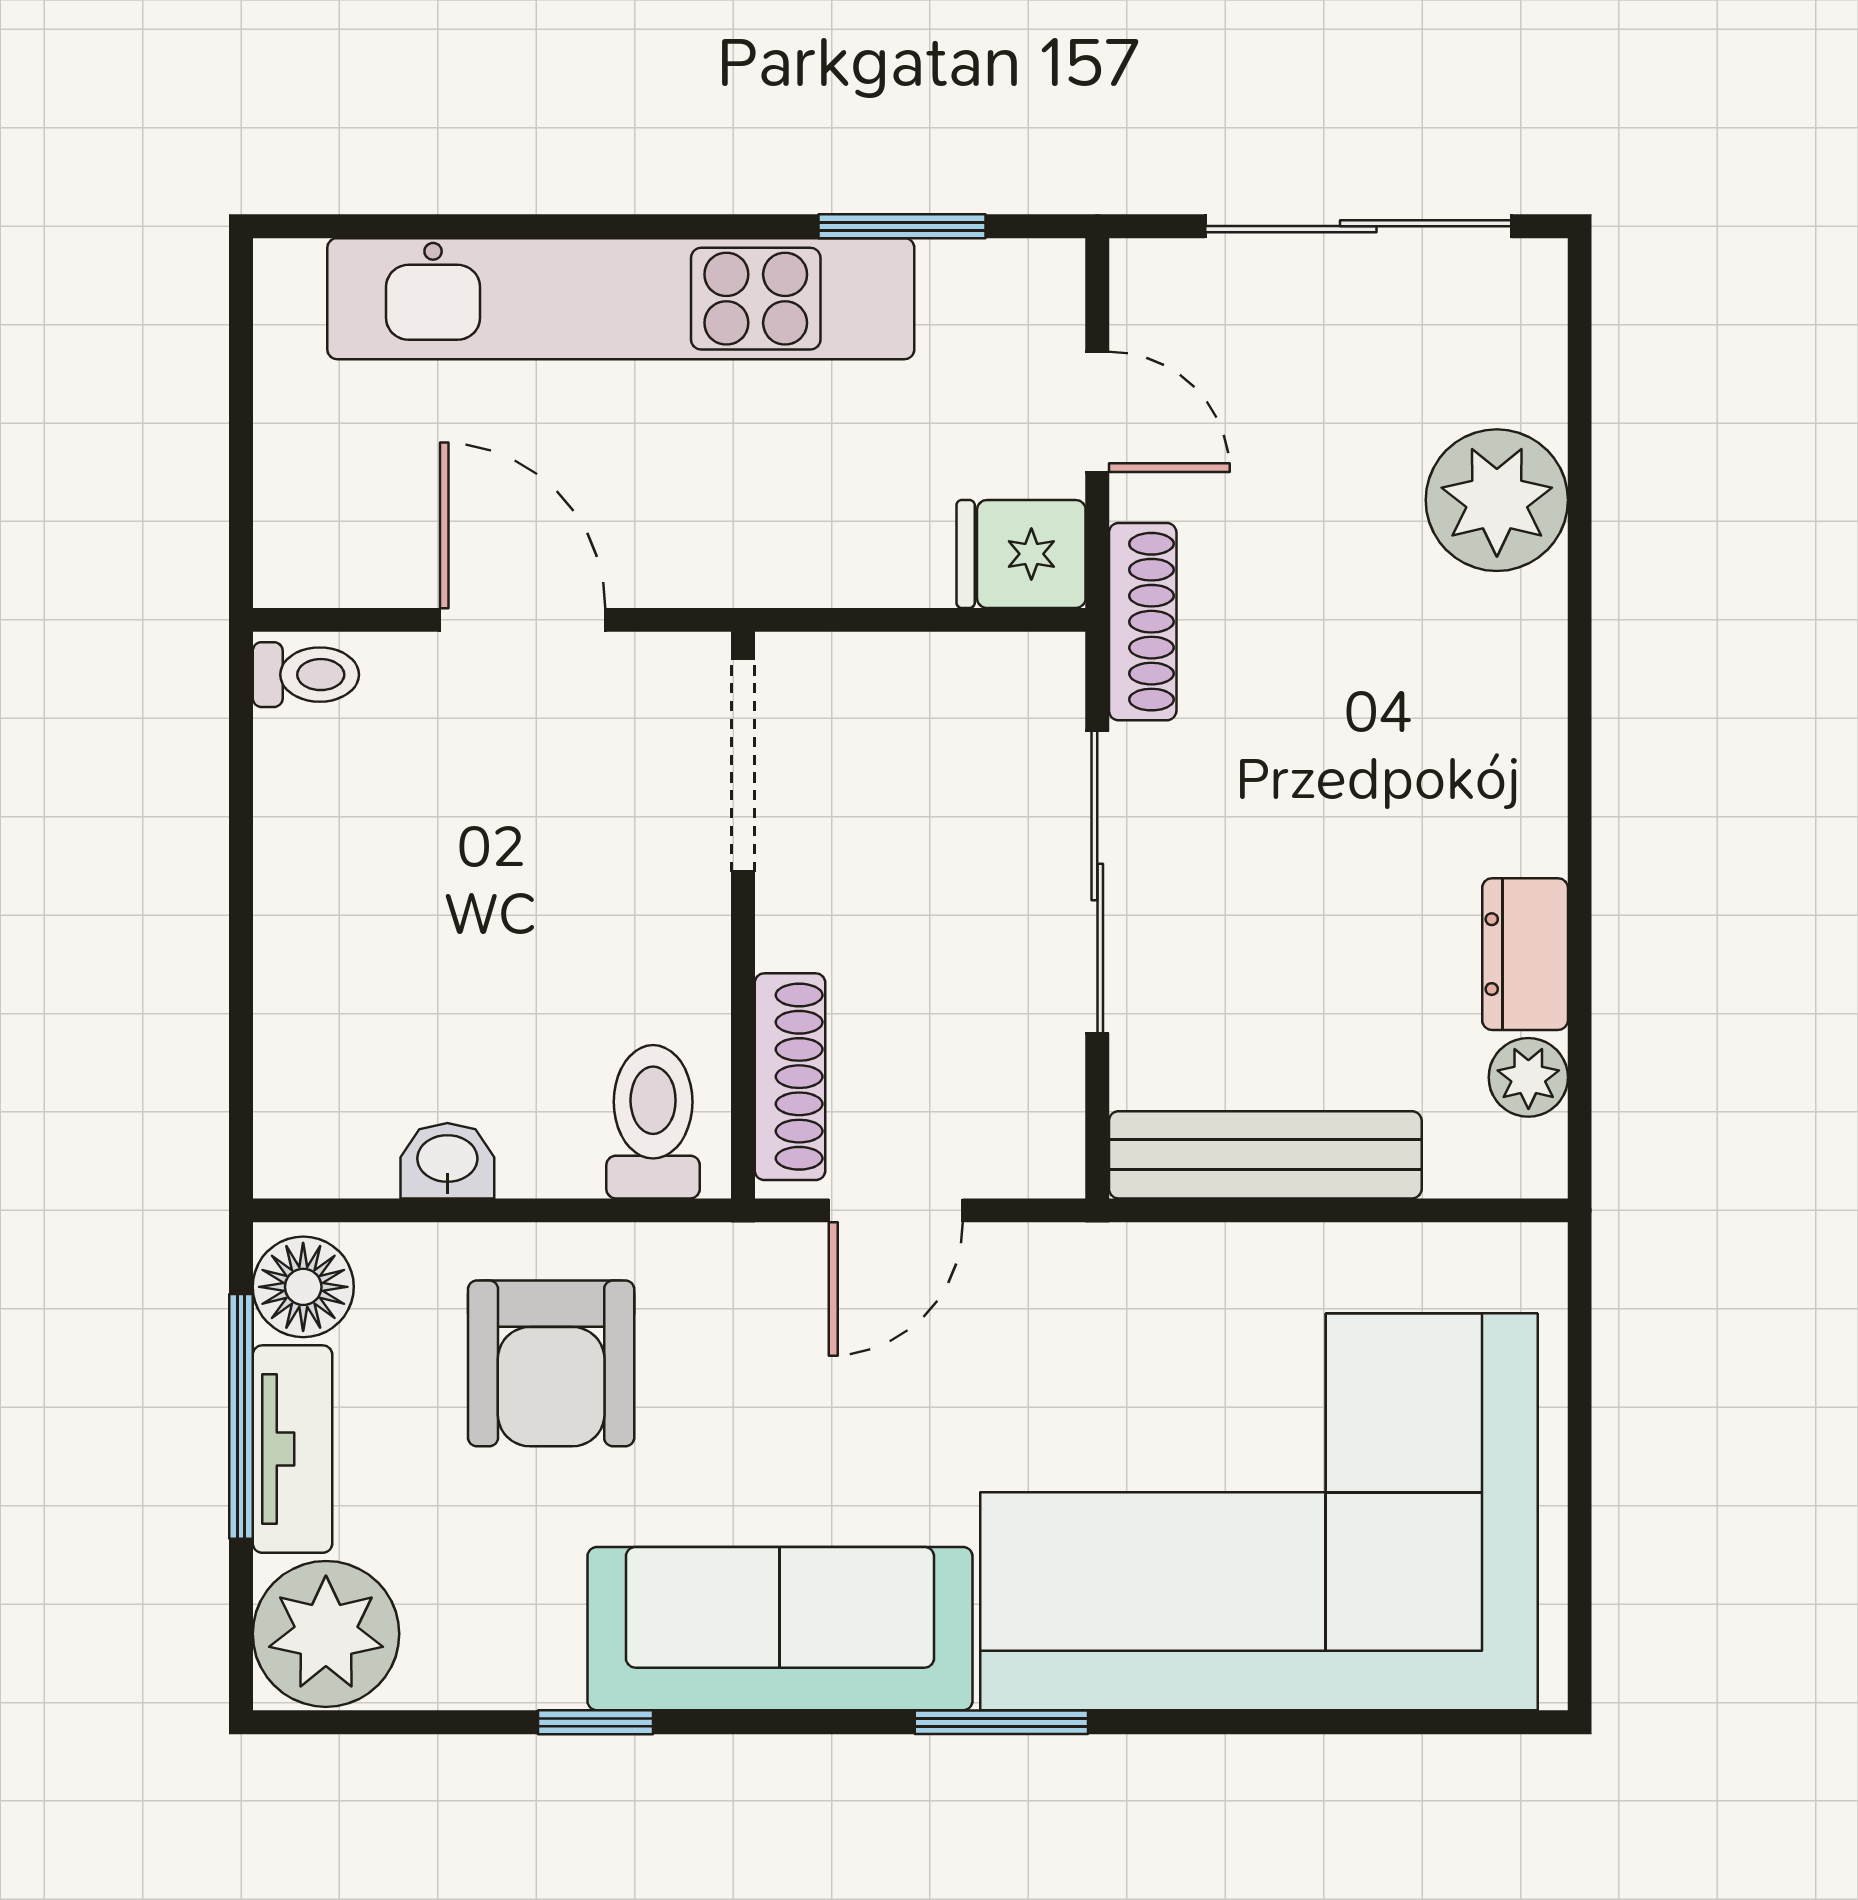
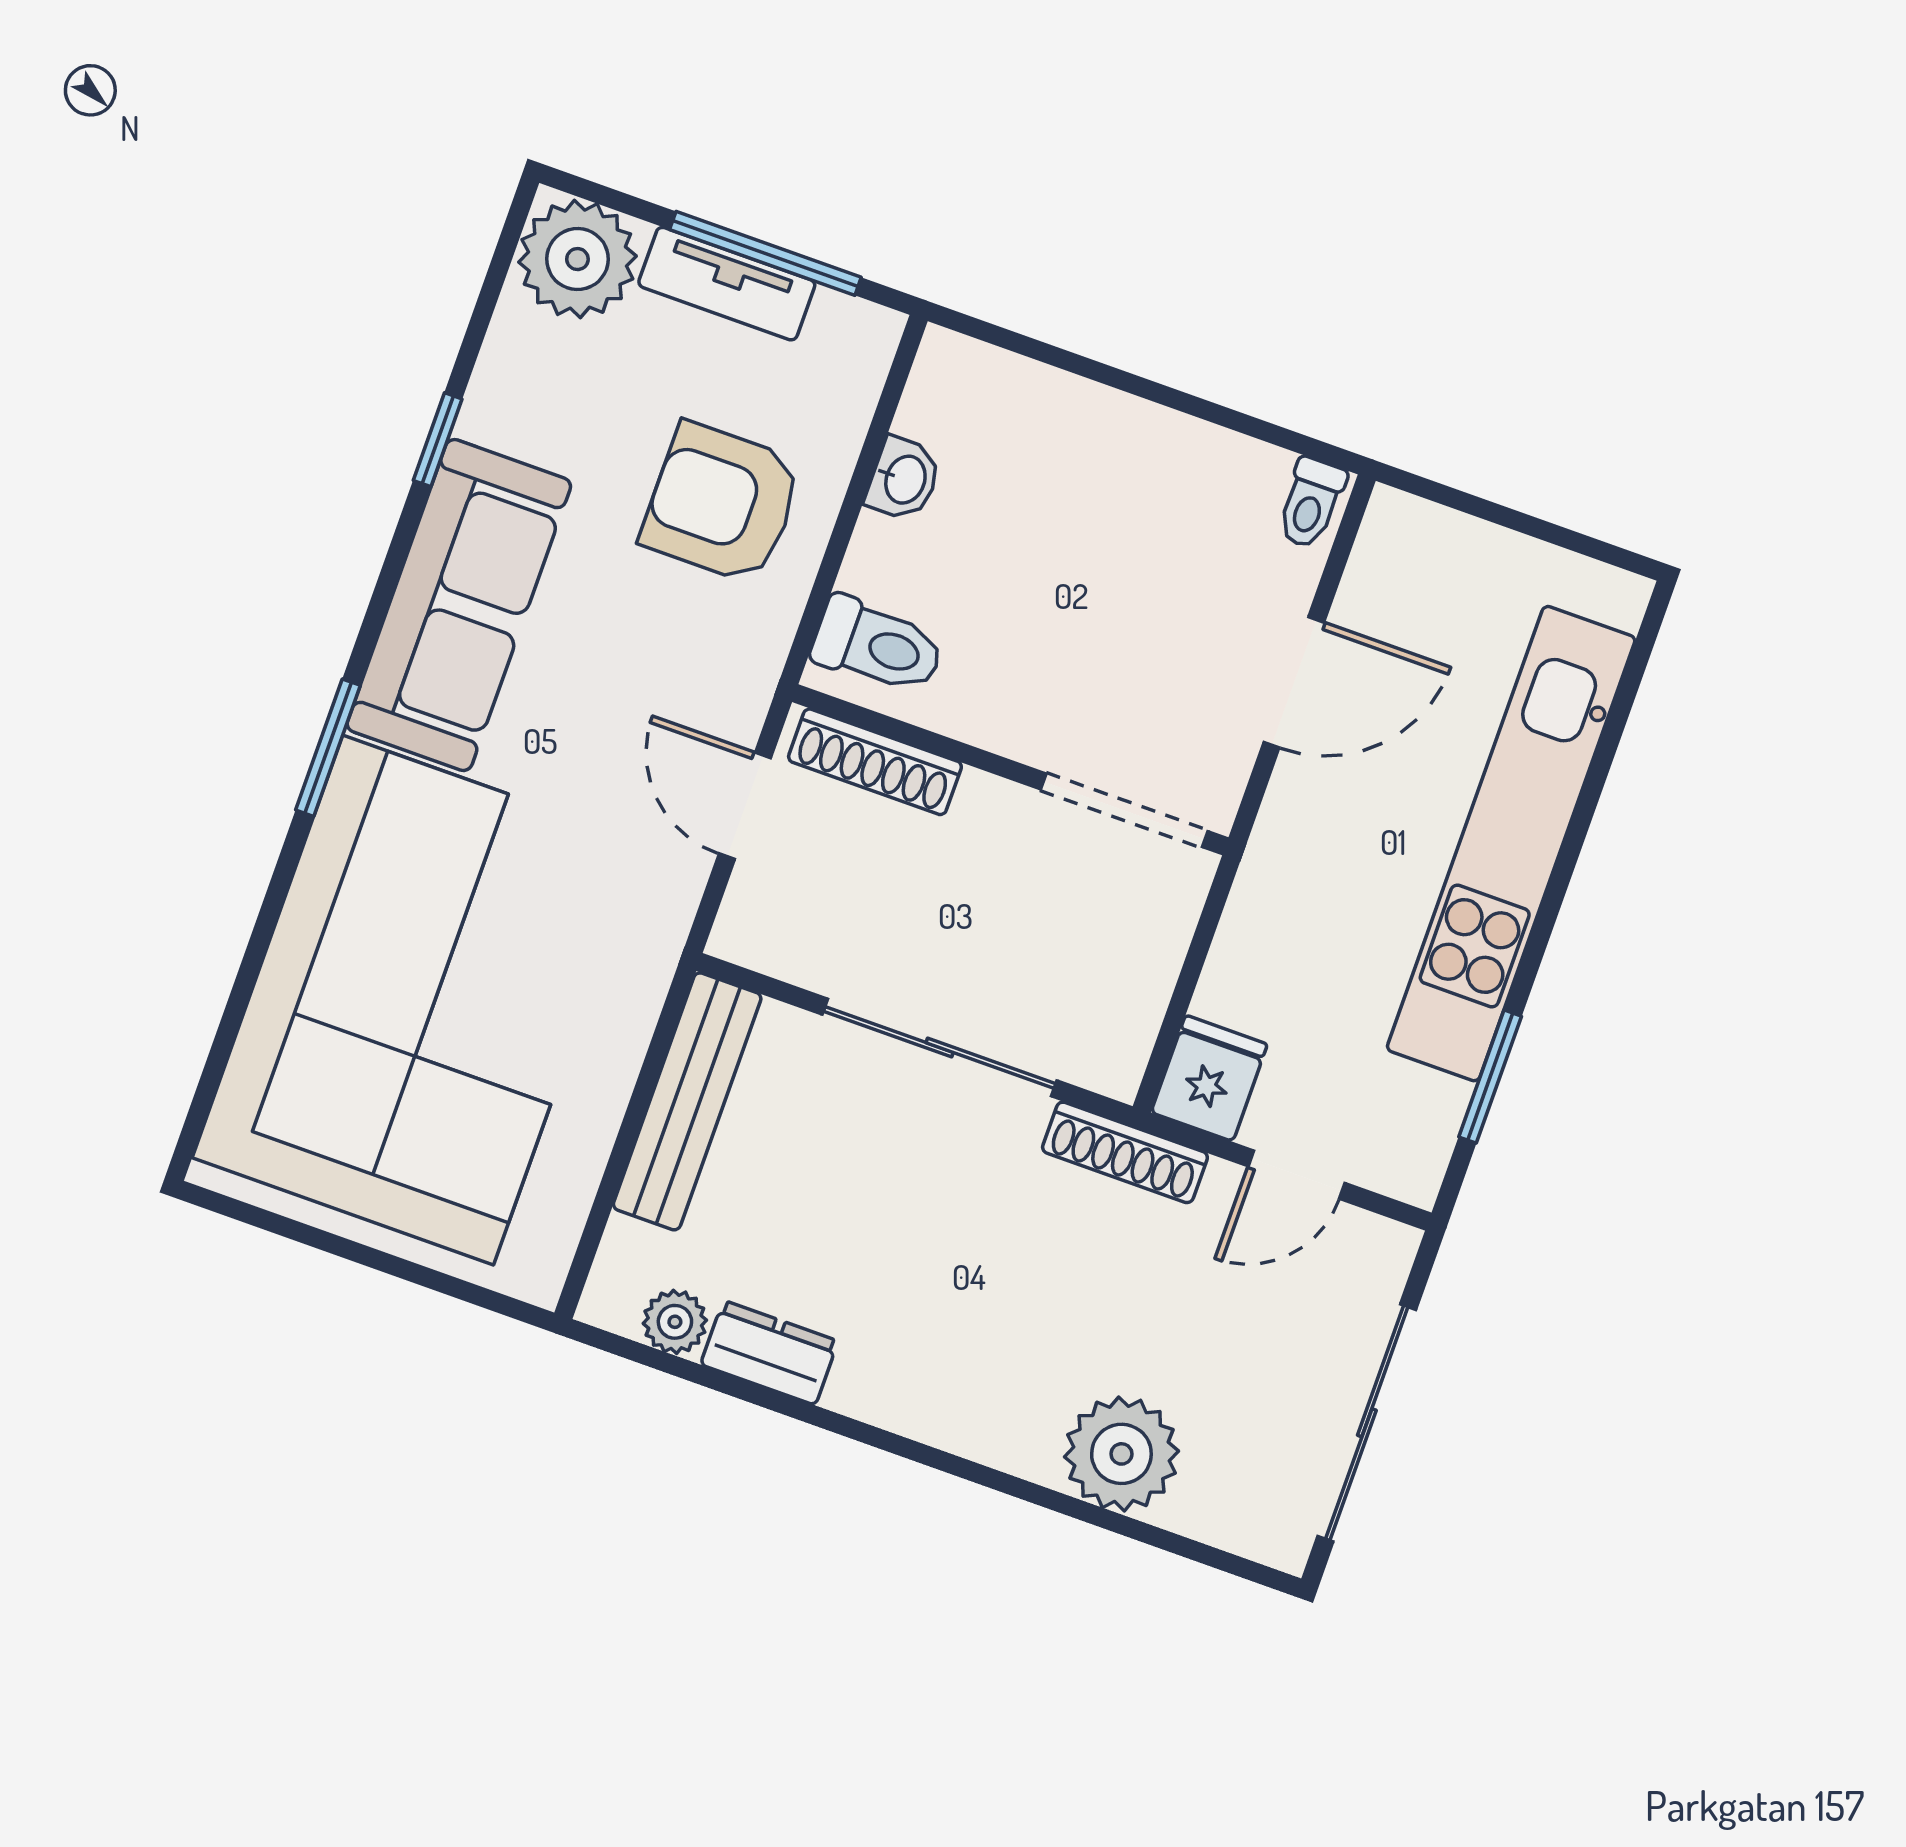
floor lamp: (303, 1287) -> (847, 336), removed

